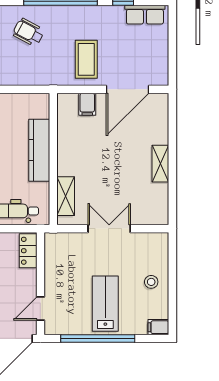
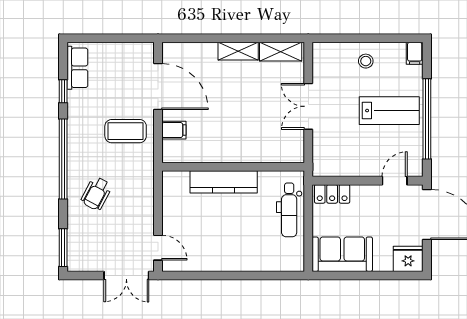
shelving: (66, 196) -> (281, 52), moved
lab bench: (105, 304) -> (389, 111), turned 180
door: (40, 309) -> (395, 181), swing flipped

